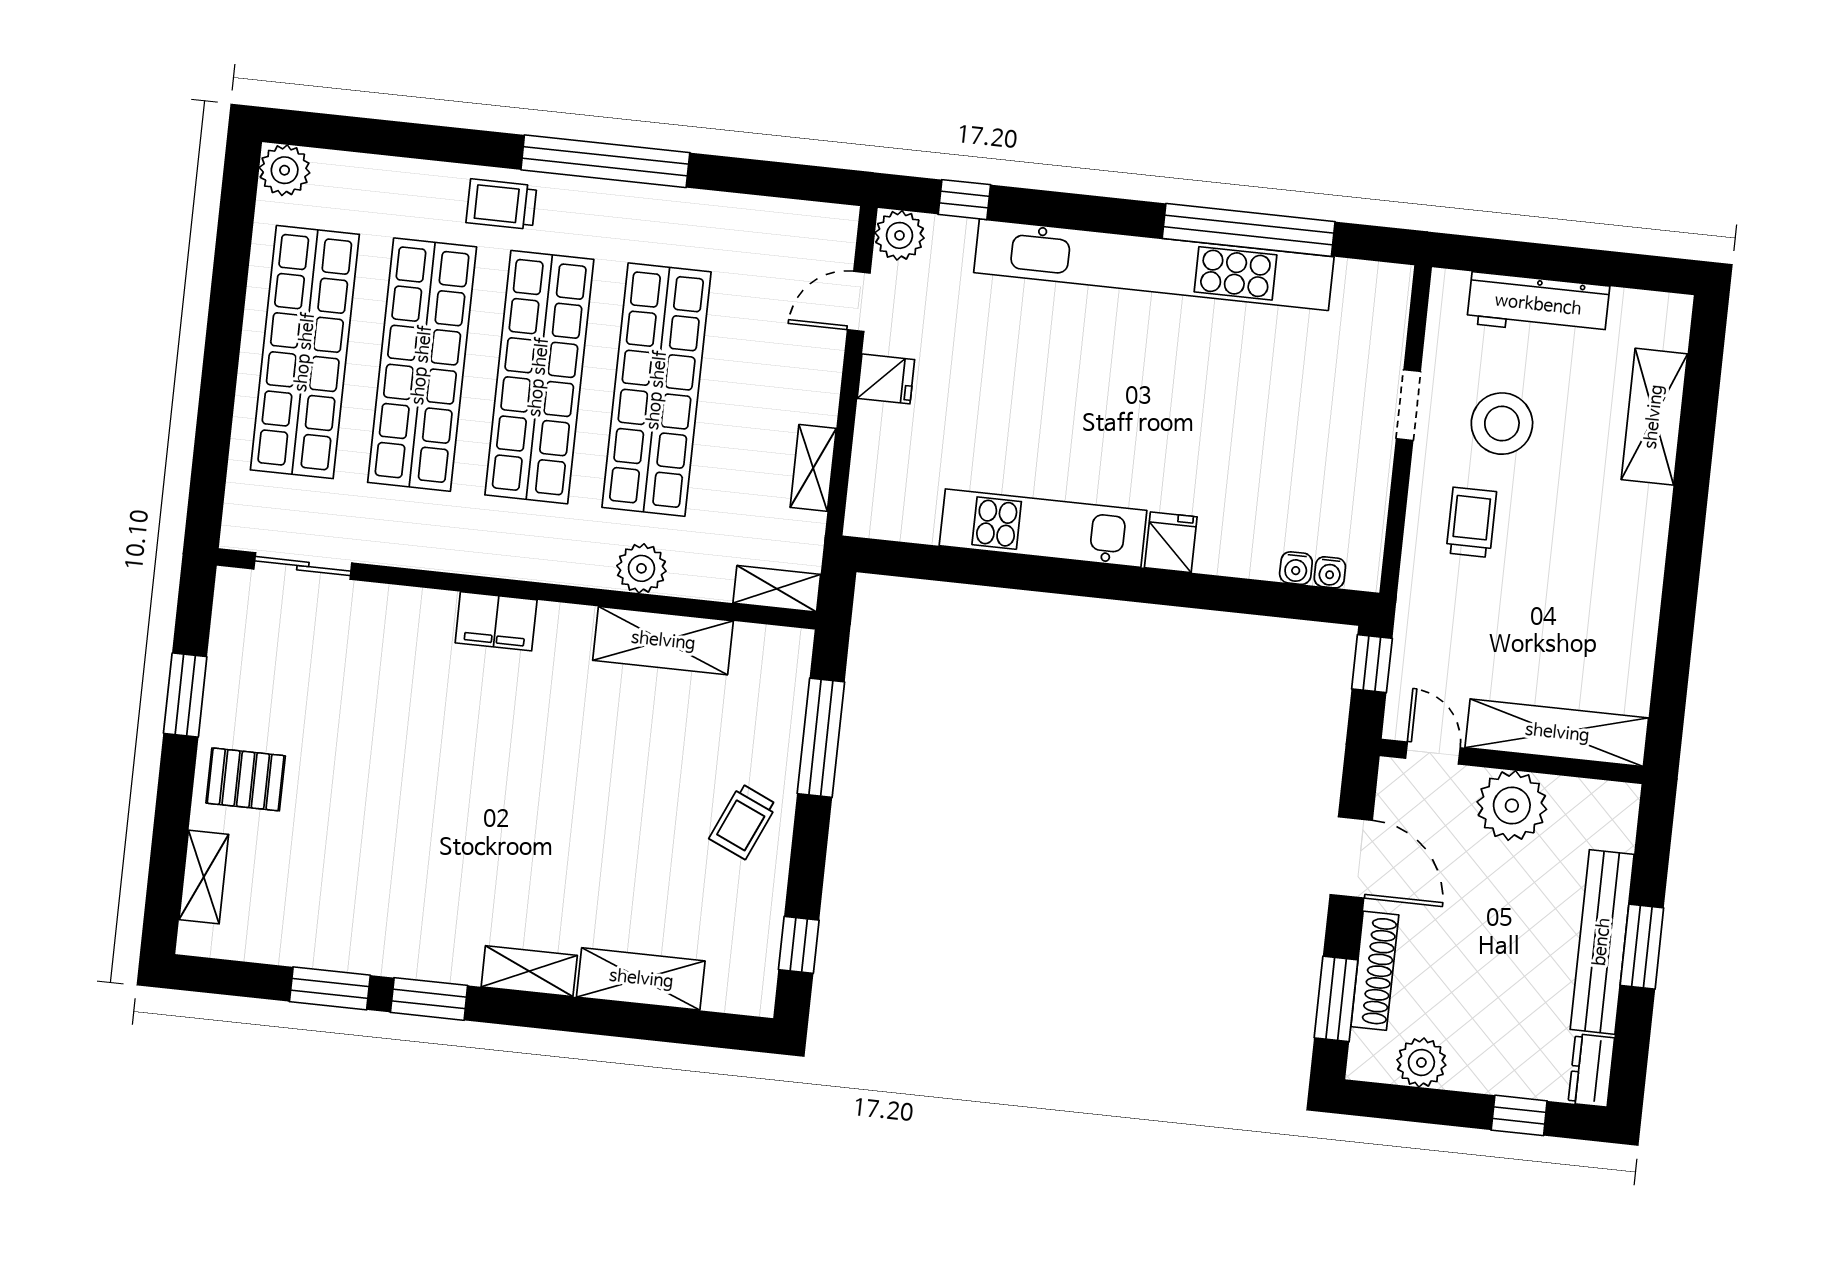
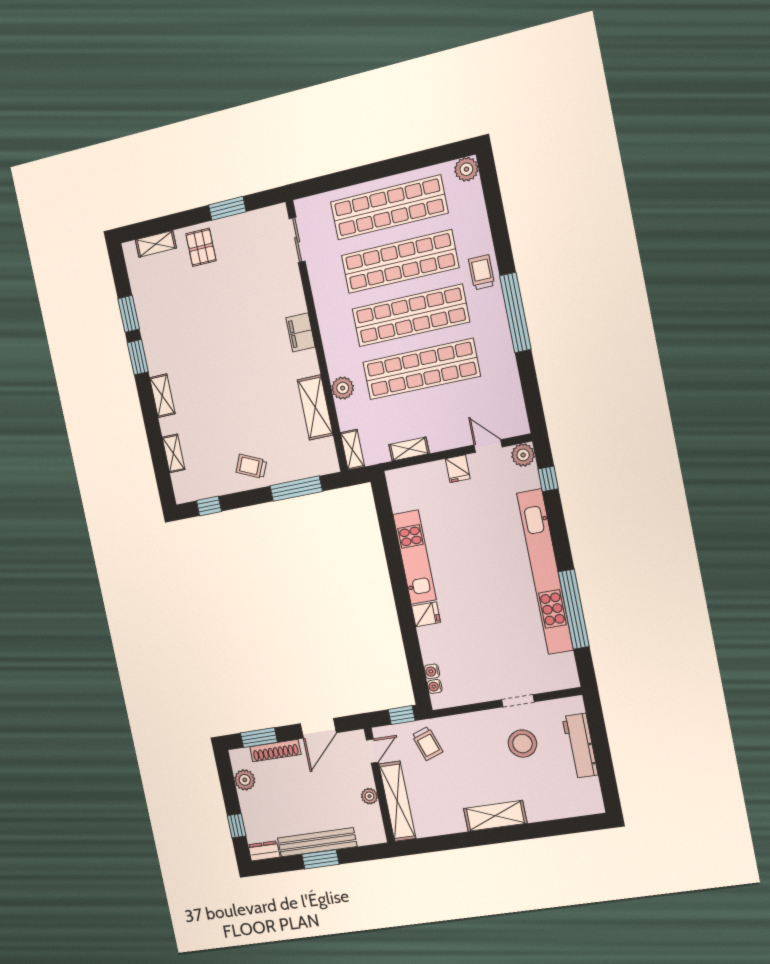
shelving: (1654, 417) -> (495, 816), moved
trolley: (1471, 522) -> (427, 743), moved, turned 71
plant: (1512, 806) -> (369, 796), width x0.53, depth x0.53
shelving: (641, 979) -> (173, 453), width x0.67, depth x0.75

